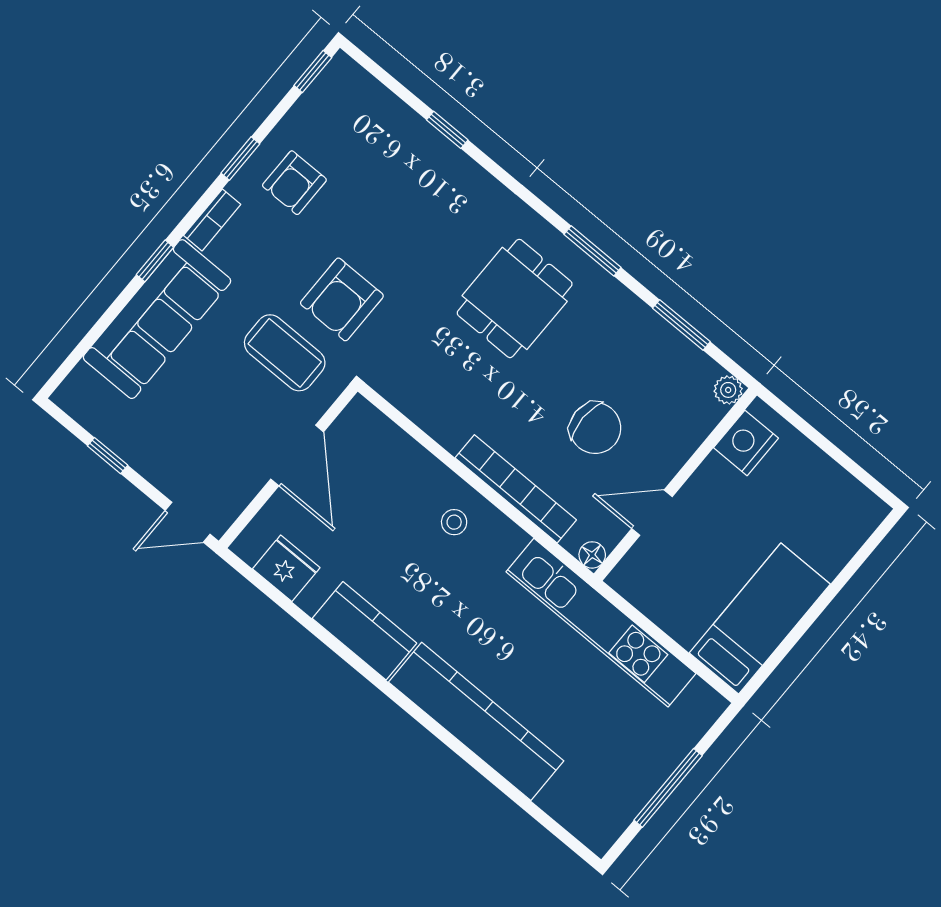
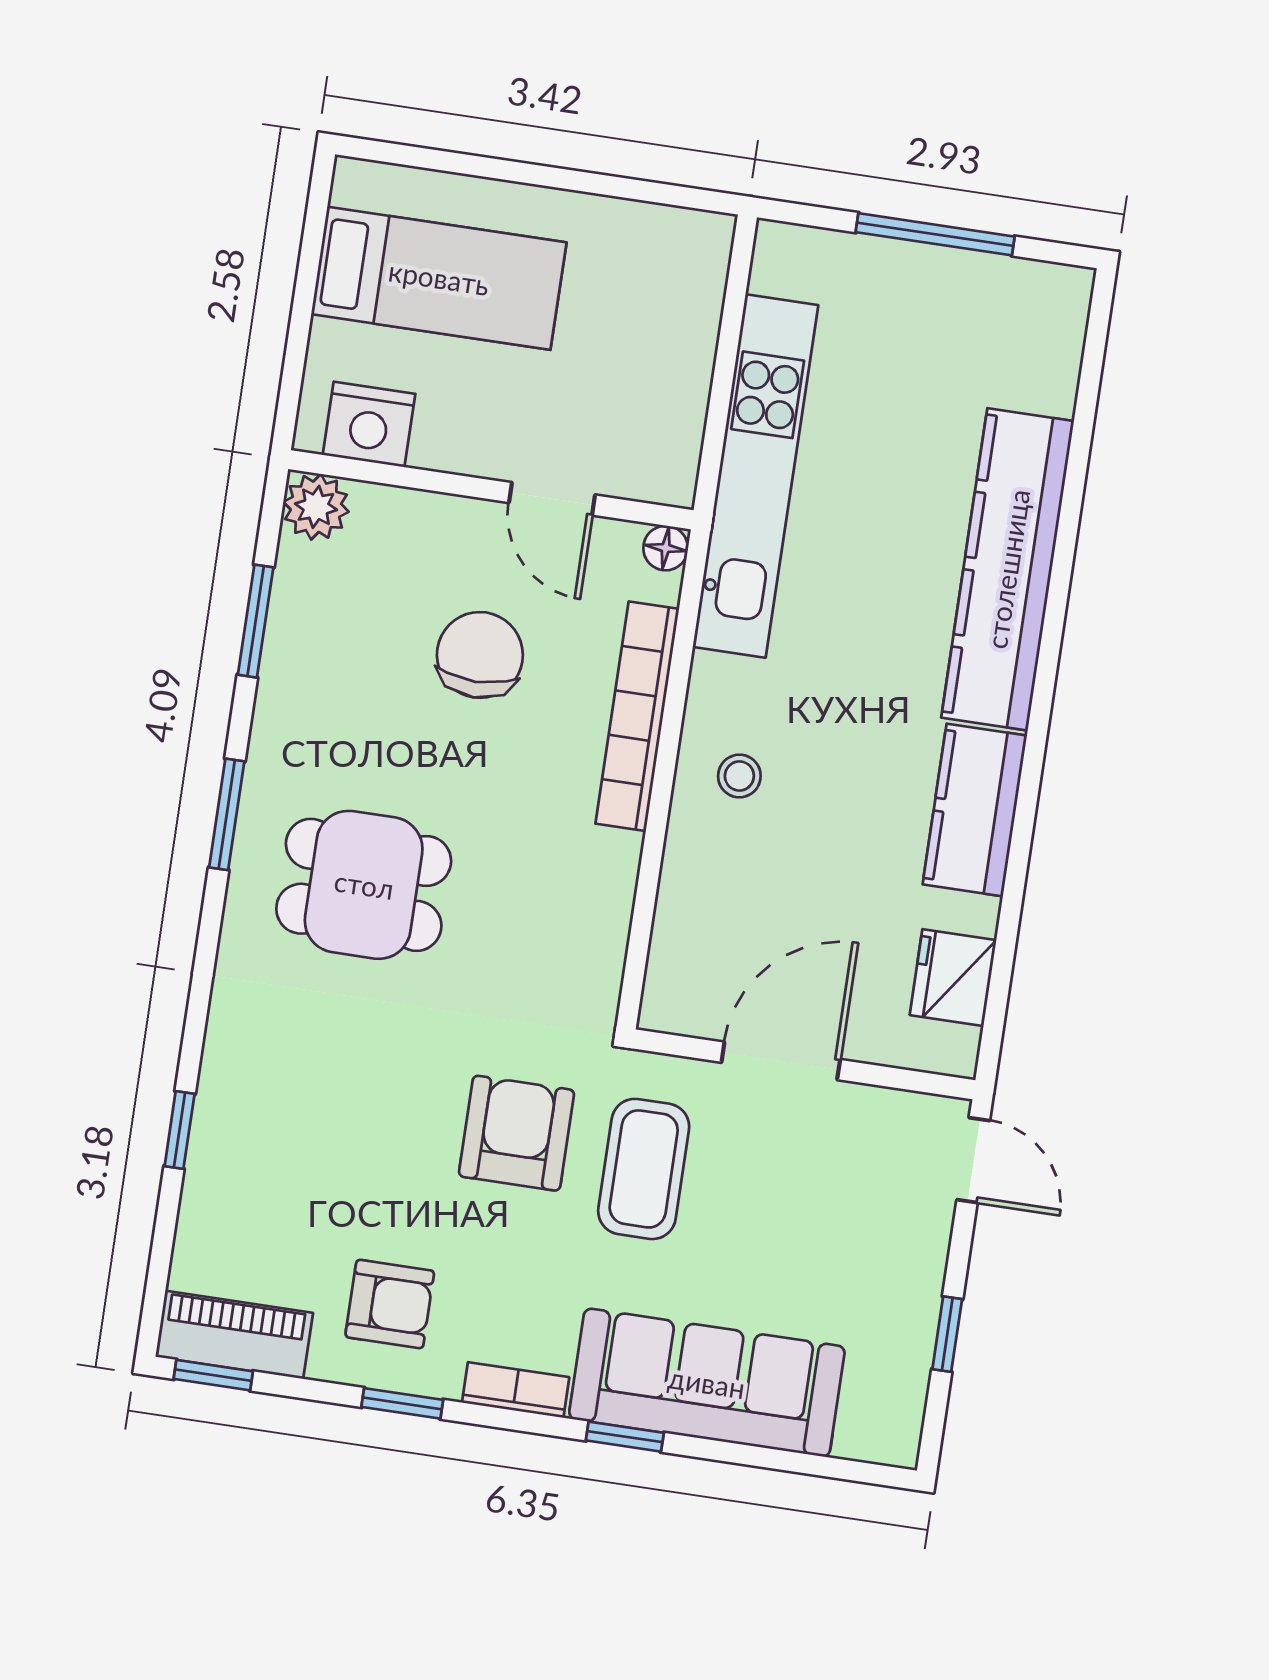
piano: (327, 94) -> (234, 1335), added
armchair: (342, 299) -> (517, 1133), turned -90
plant: (728, 390) -> (316, 507), width x1.38, depth x1.38
bed: (760, 619) -> (439, 278), moved, turned 180

